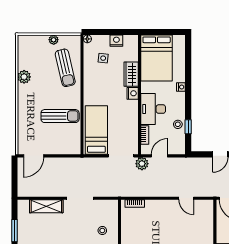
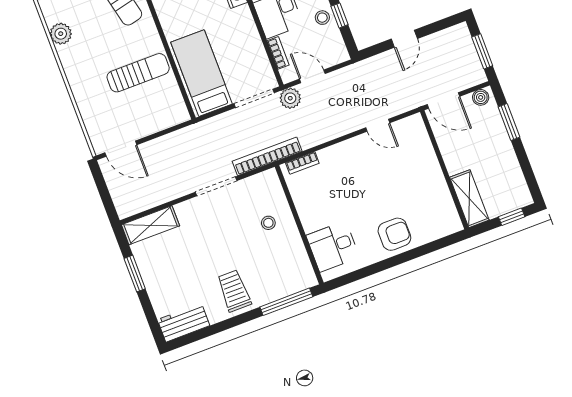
door: (34, 156) -> (121, 149), hinge flipped
door: (159, 156) -> (312, 76), hinge flipped
bookcase: (116, 192) -> (267, 156), added
shelving: (46, 206) -> (150, 225), moved

